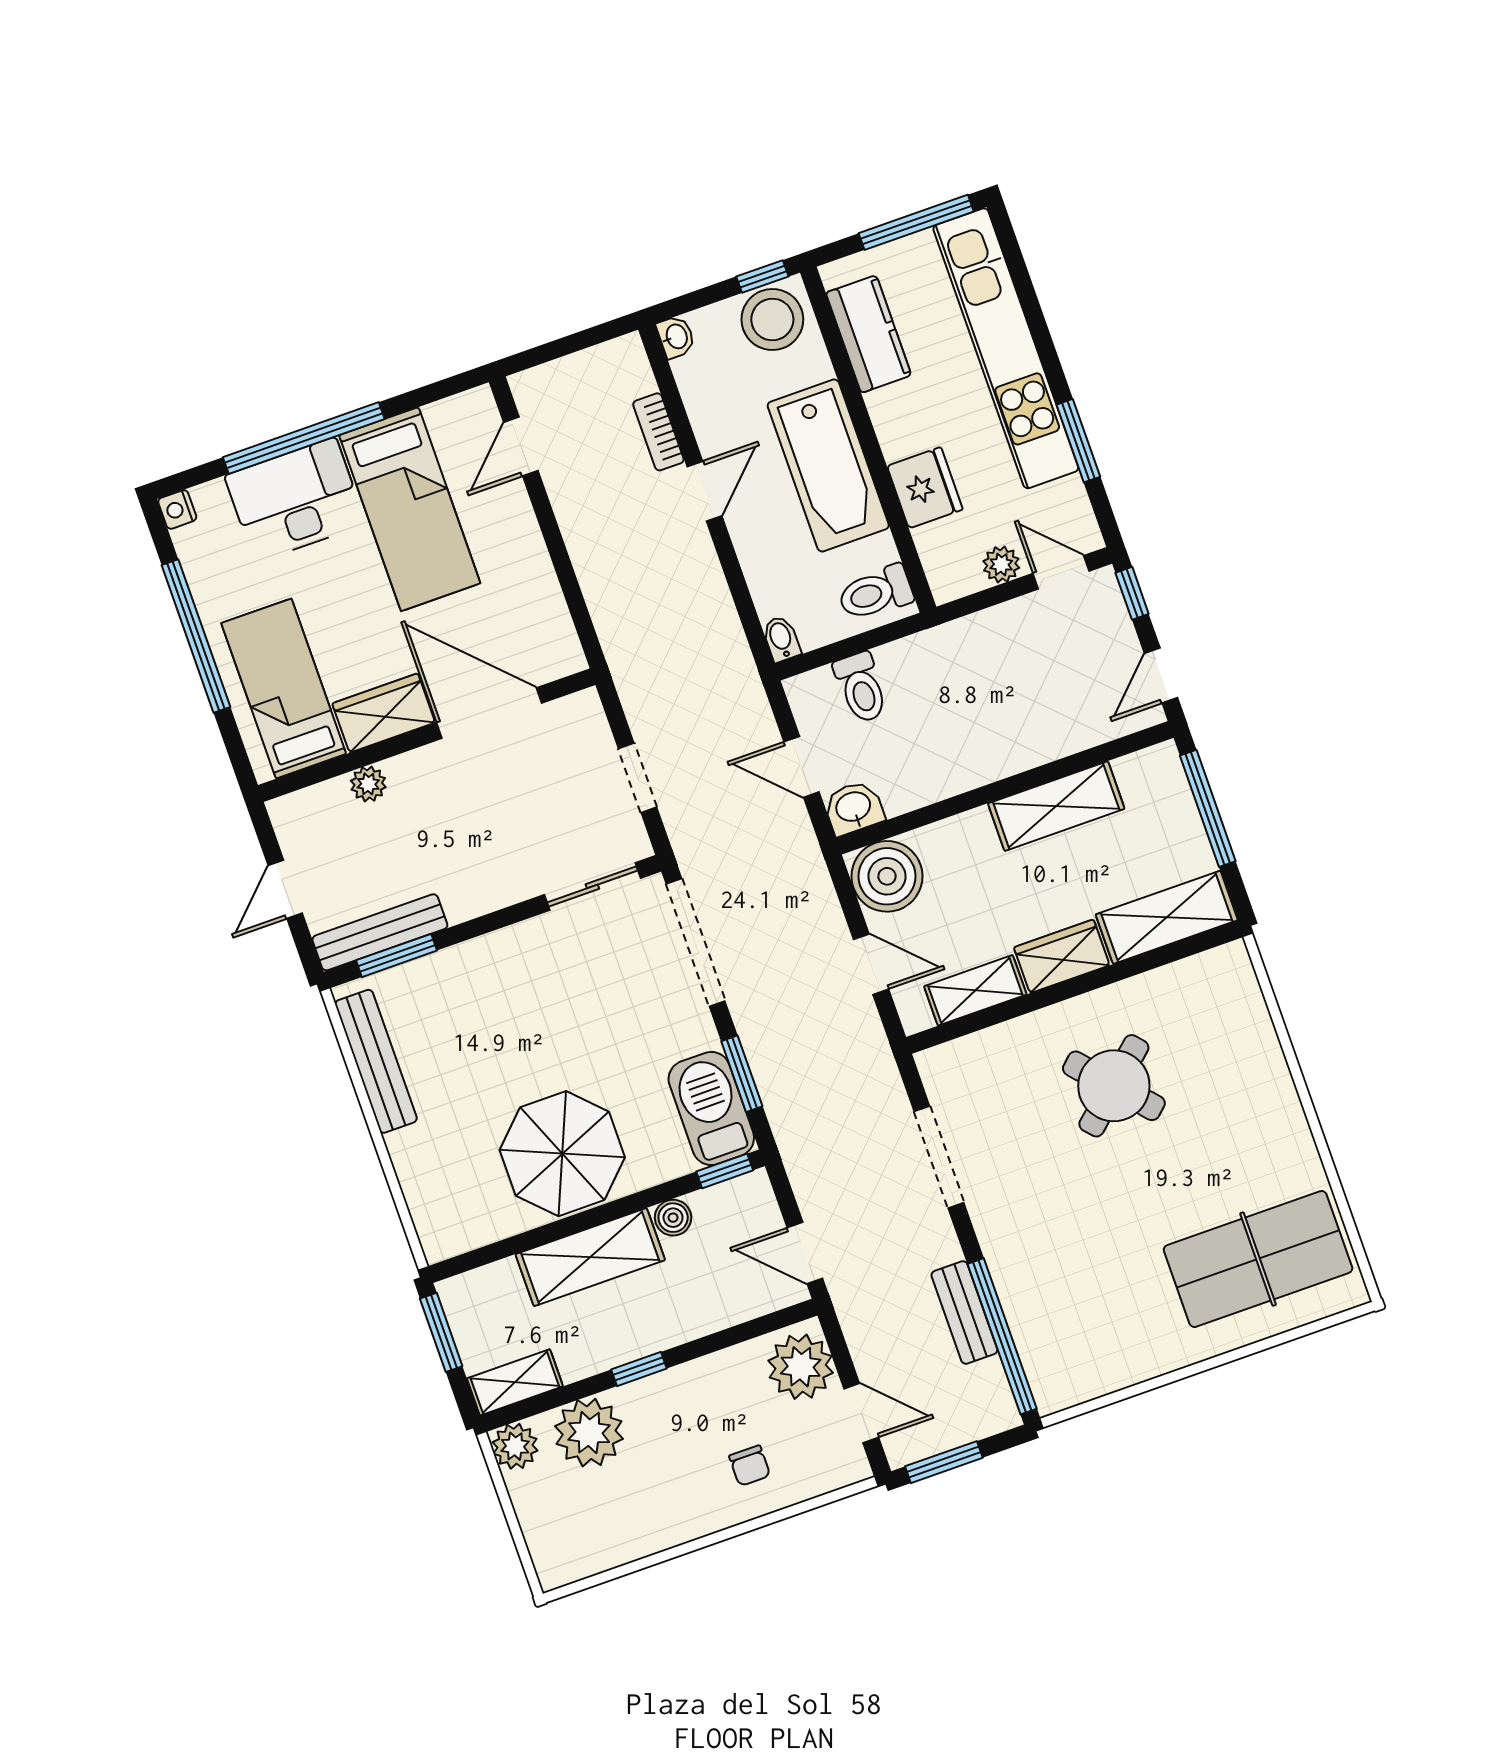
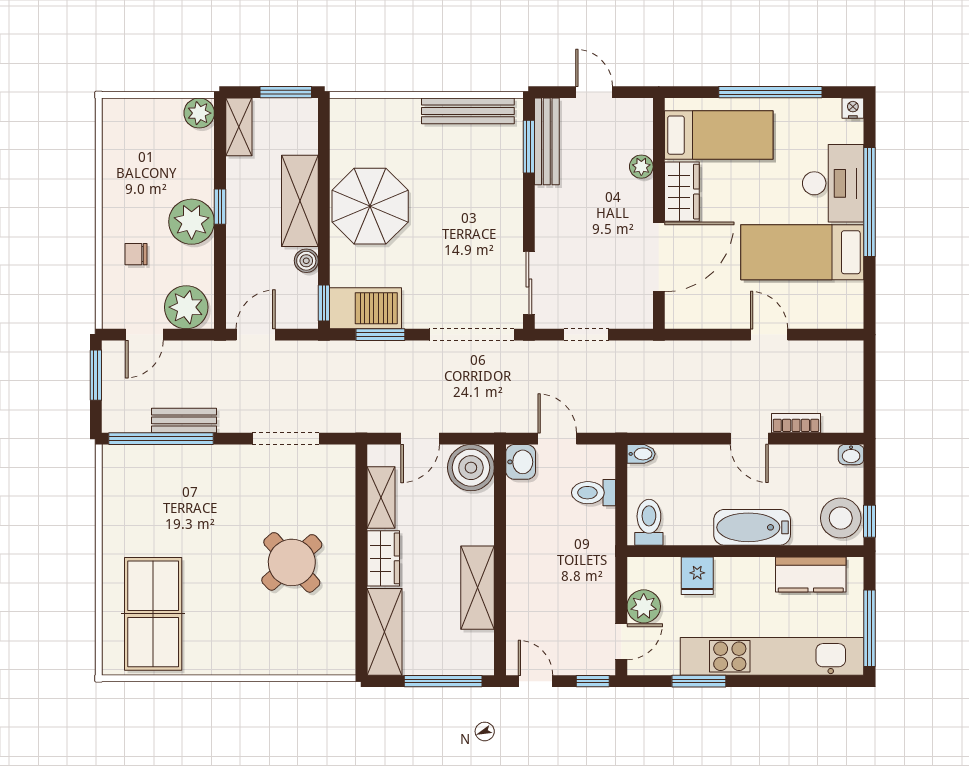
door: (521, 447) -> (769, 335), moved
bathtub: (828, 465) -> (752, 527), width x0.73, depth x0.73
fridge: (925, 488) -> (697, 576), width x0.72
plant: (1001, 564) -> (644, 606), width x1.38, depth x1.38
door: (802, 767) -> (557, 439), hinge flipped
plant: (589, 1433) -> (192, 222), moved

